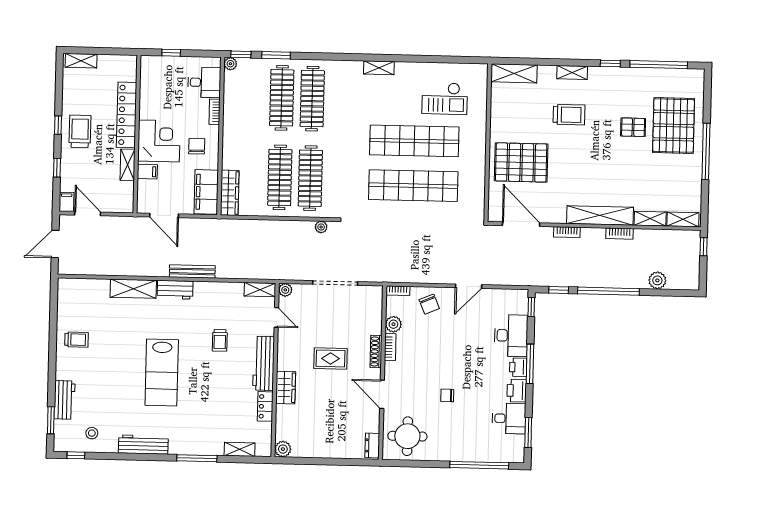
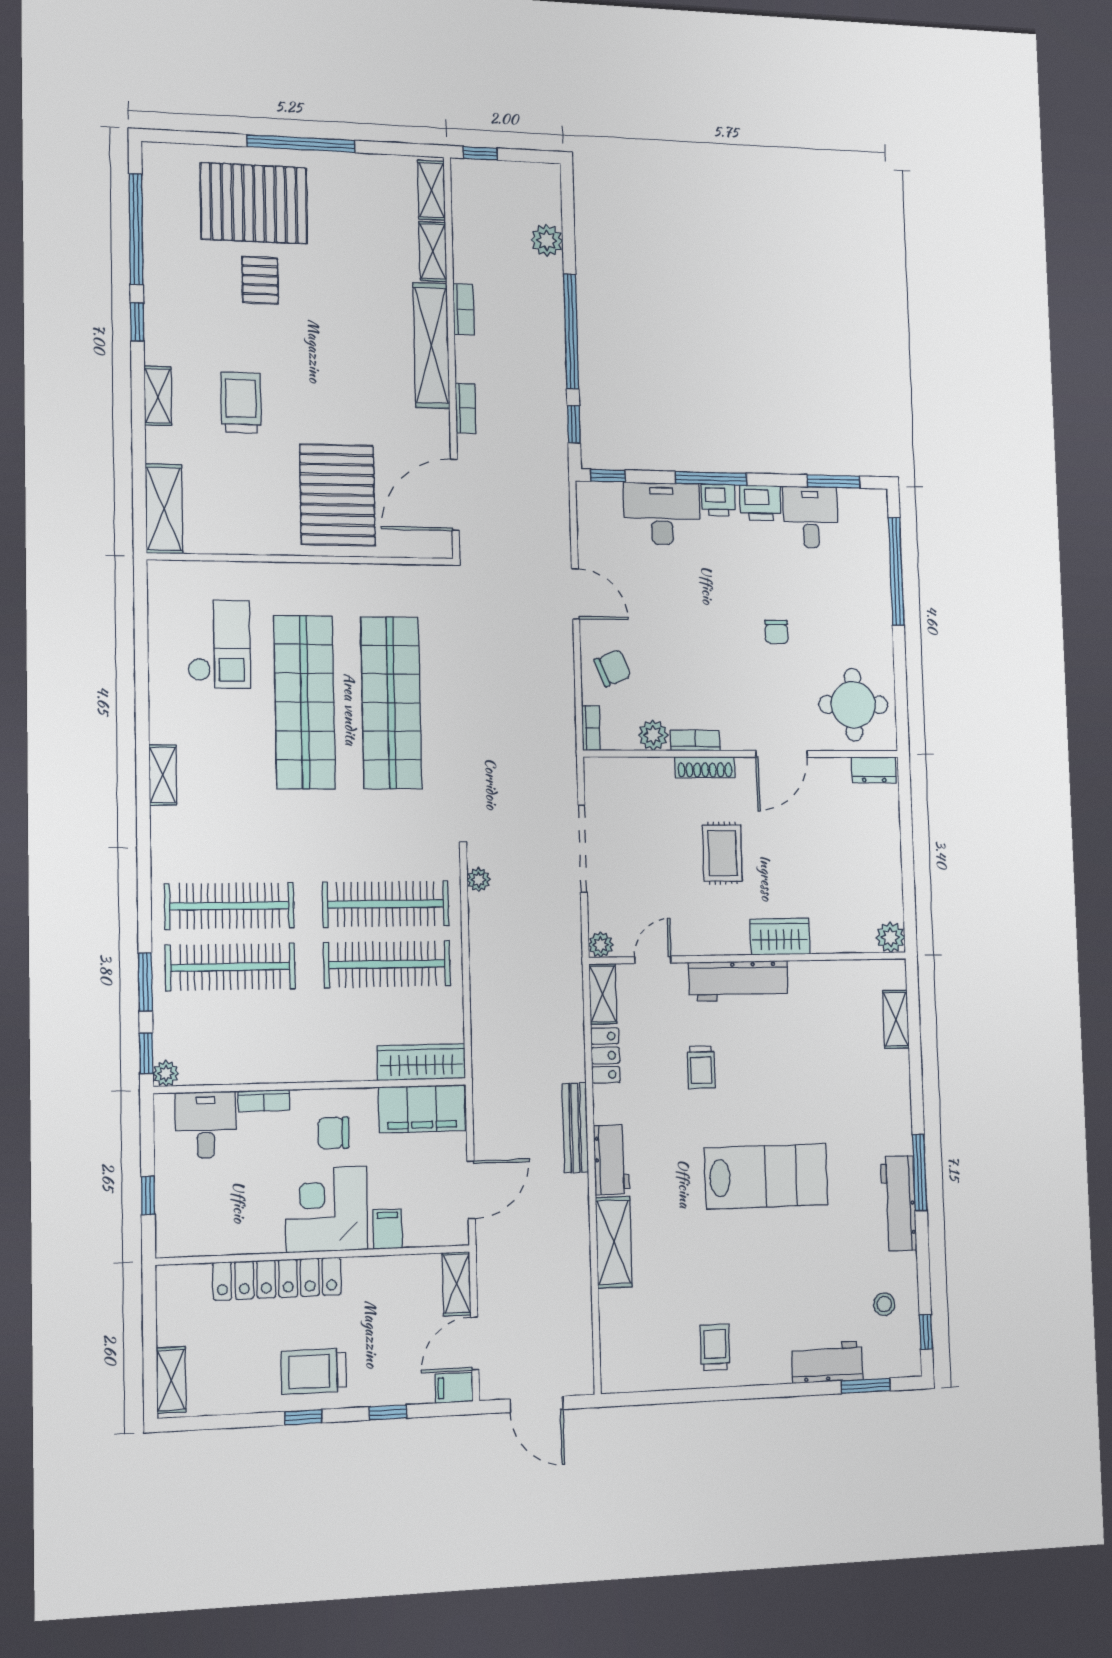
shelving: (127, 165) -> (457, 1284), moved, turned 90
trolley: (220, 340) -> (701, 1067), turned 90
locker: (265, 406) -> (605, 1055), moved, turned -90
window: (197, 458) -> (920, 1172), moved

